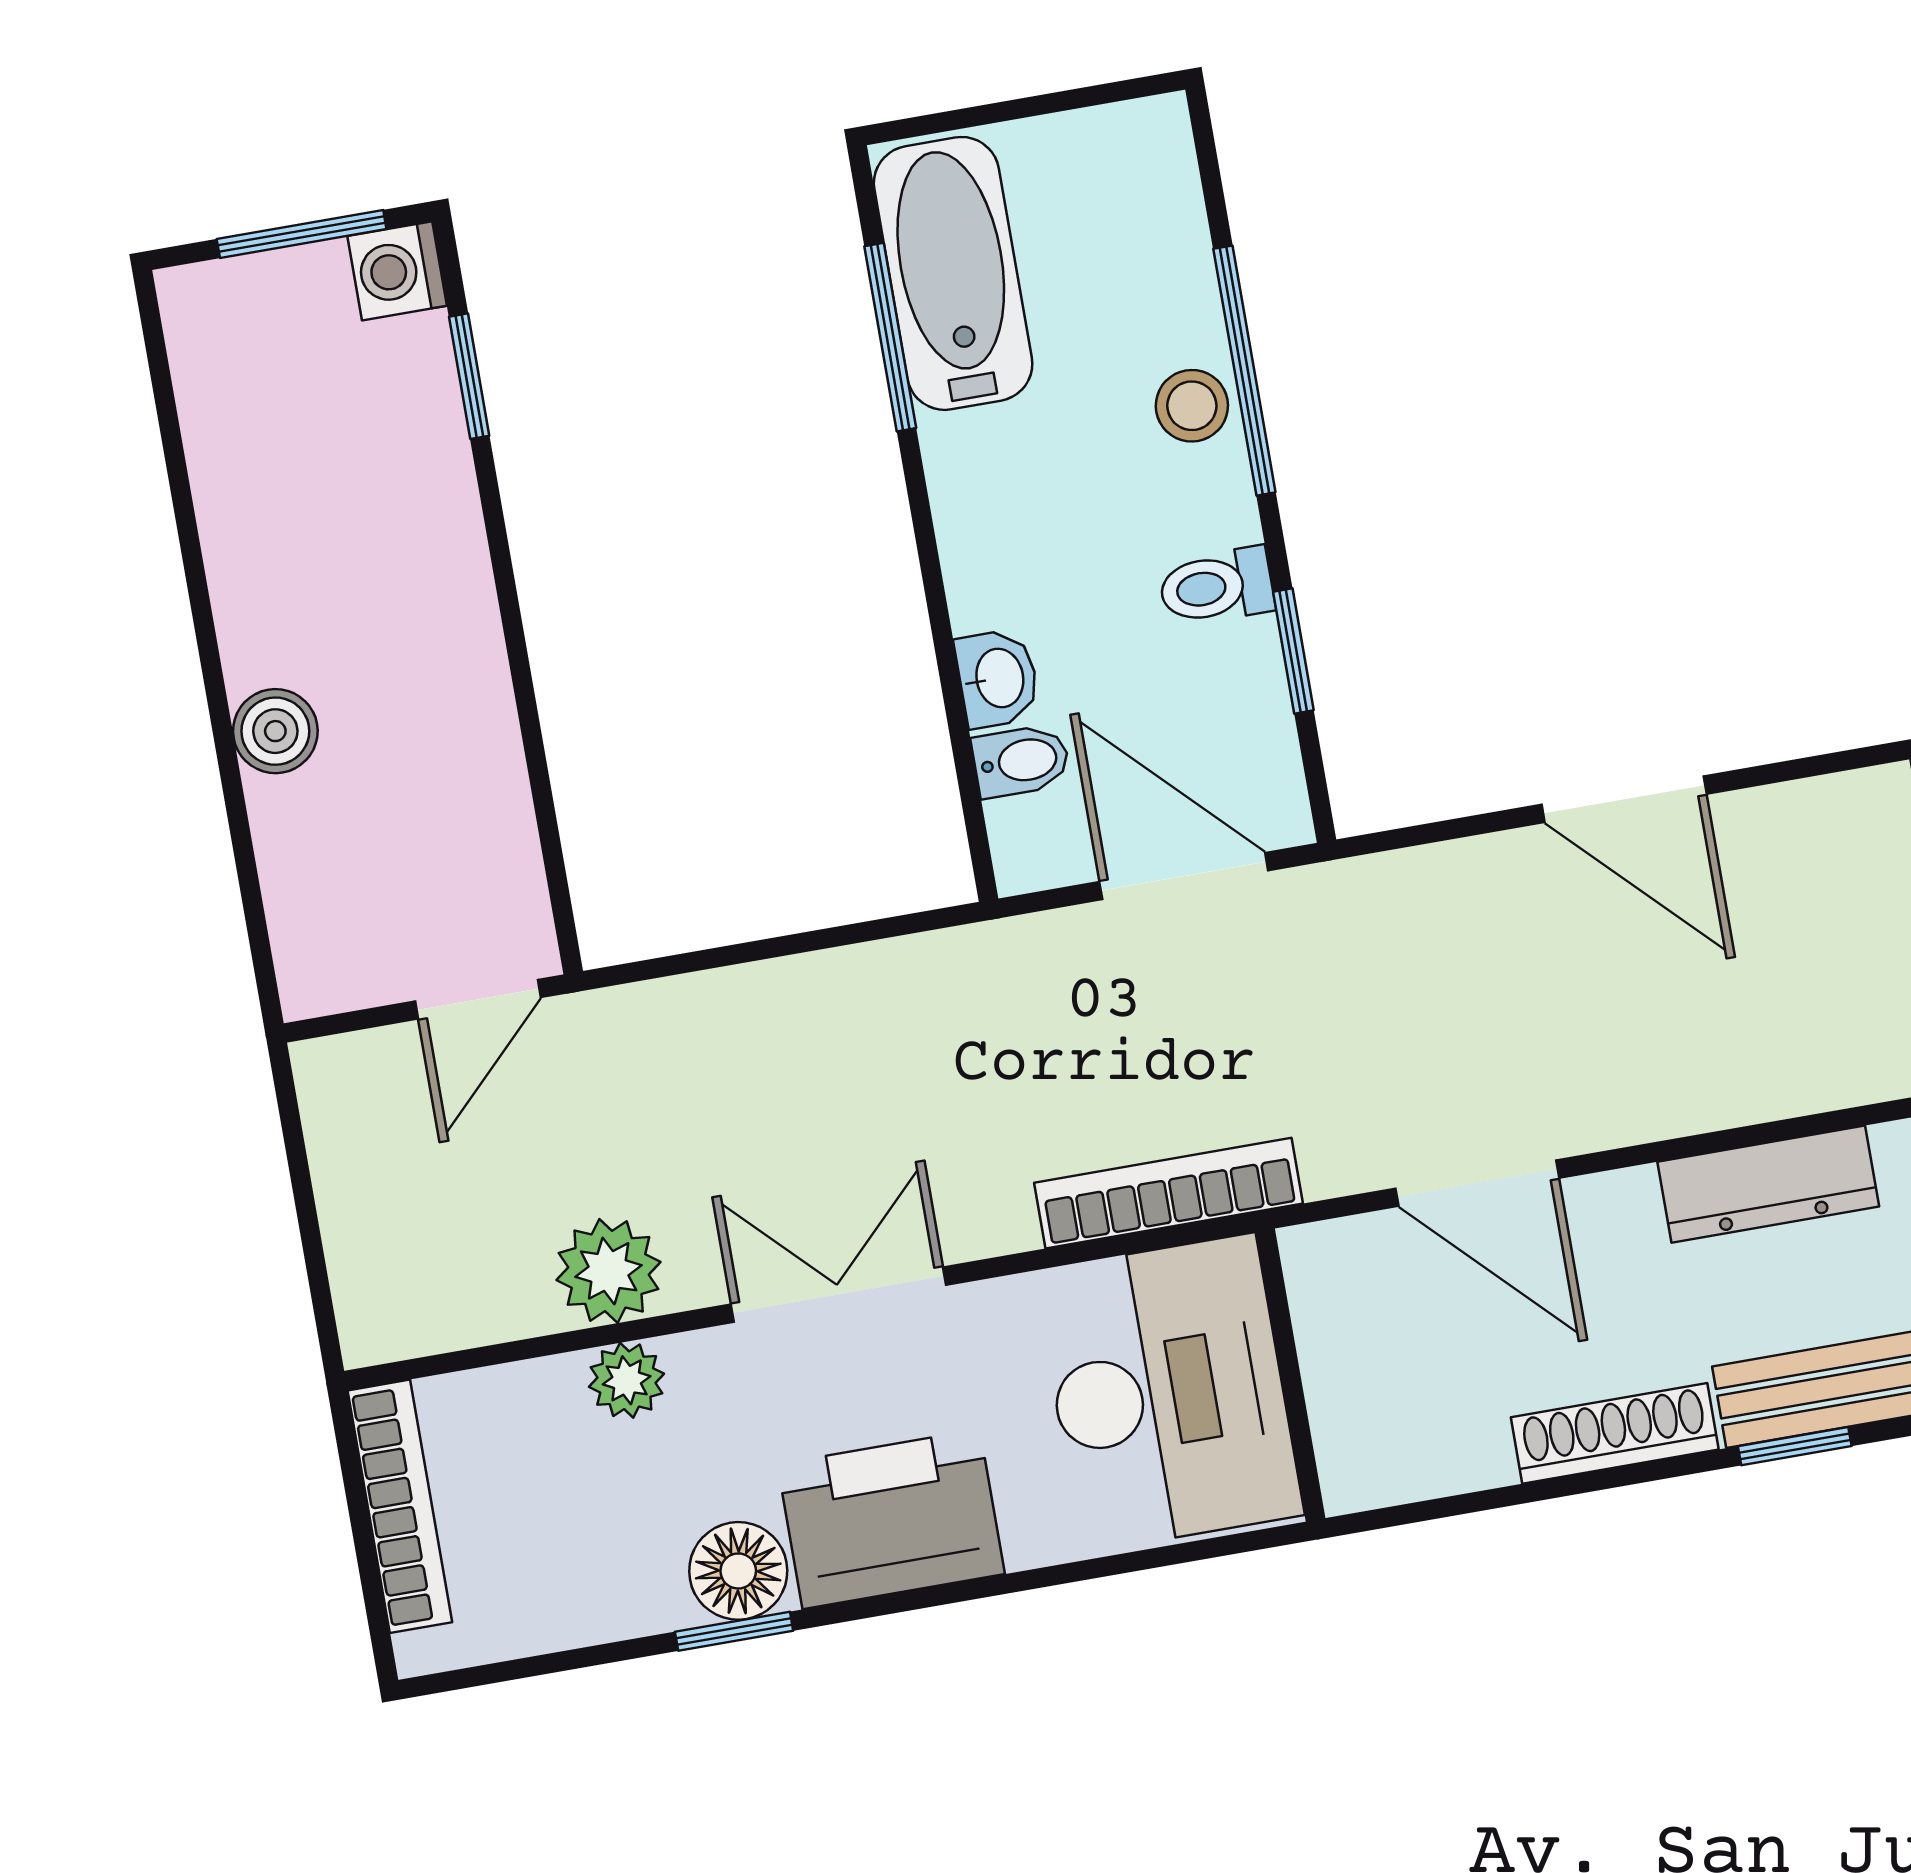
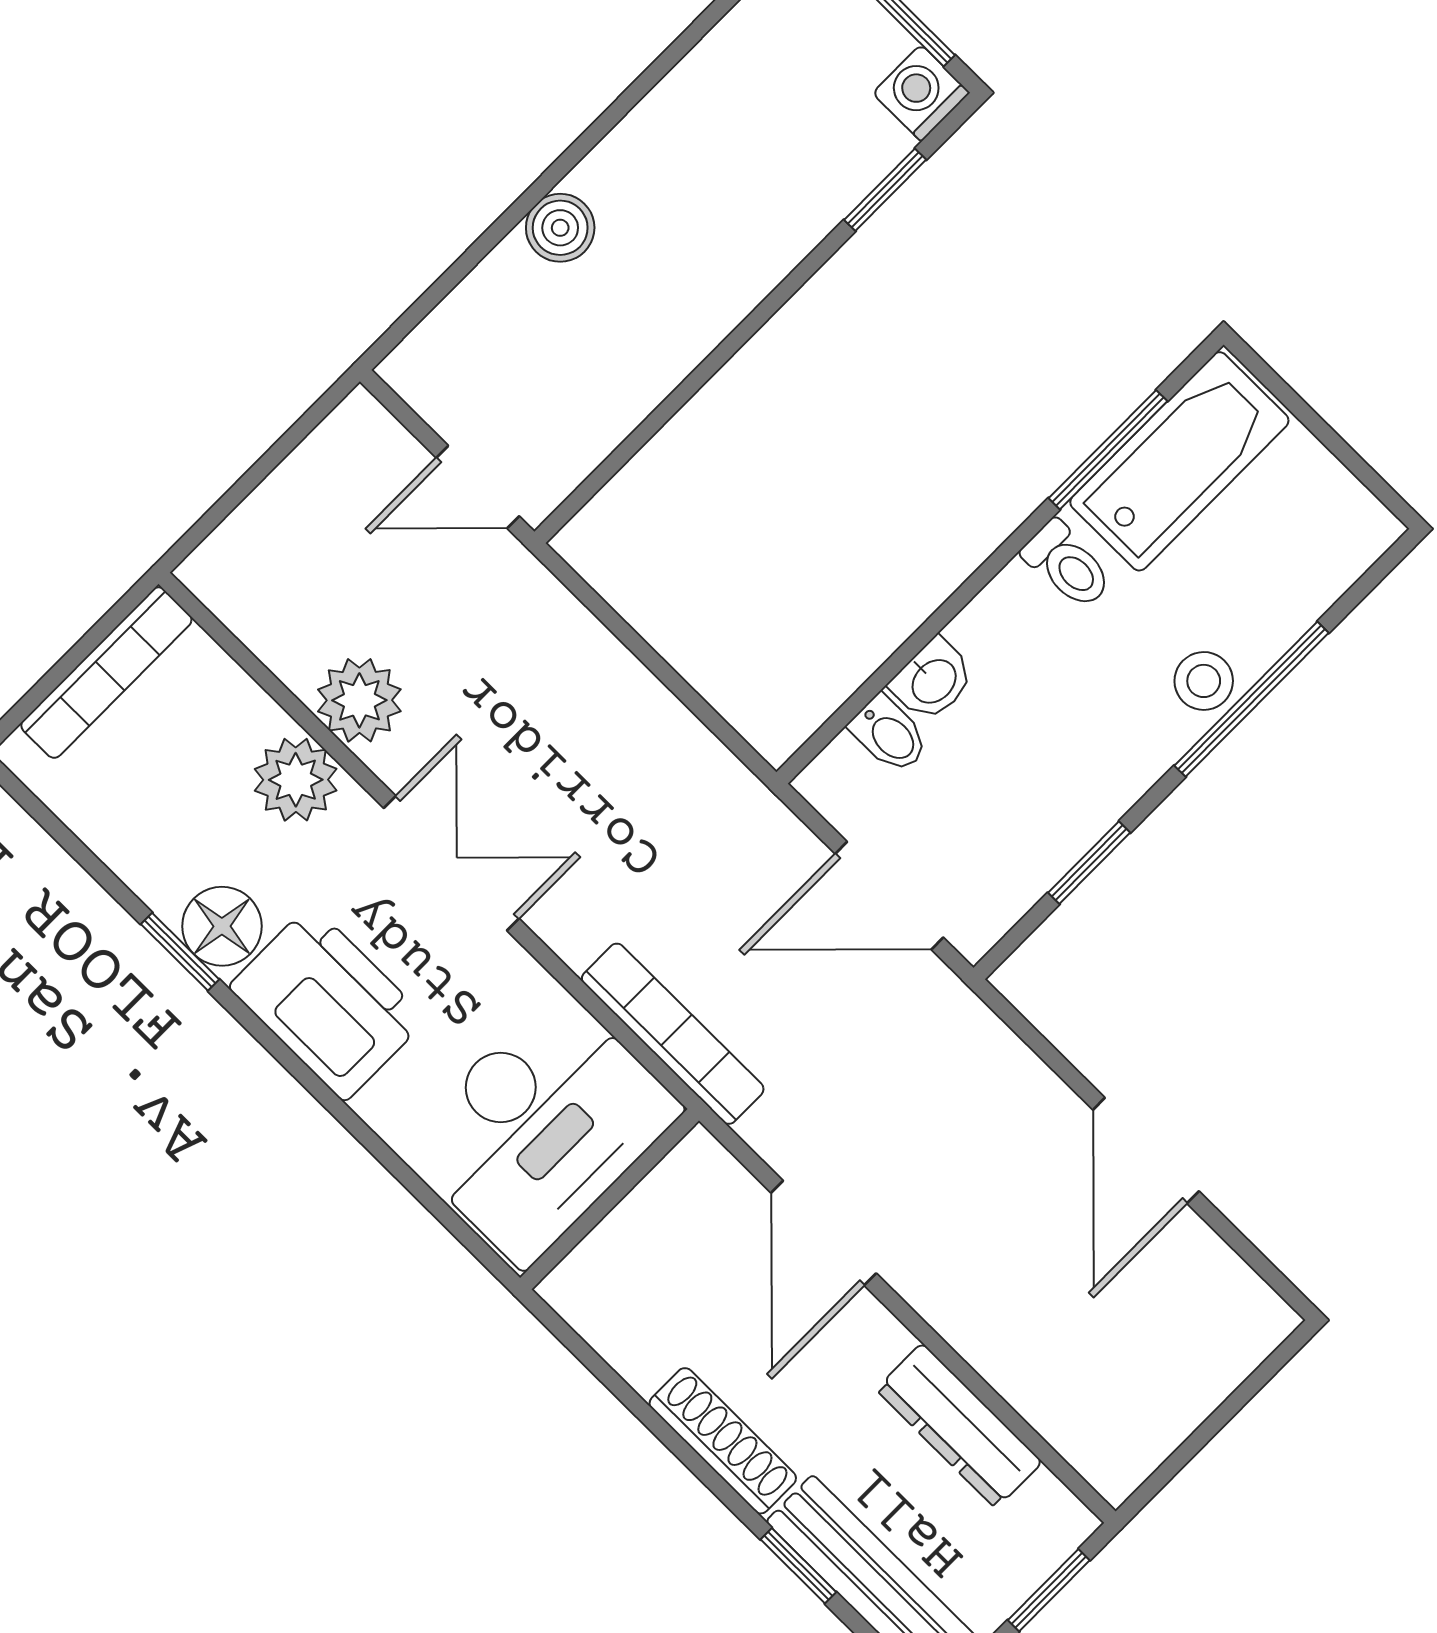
toilet: (1216, 587) -> (1067, 565), moved, turned 180
door: (1184, 876) -> (889, 896), swing flipped
plant: (627, 1380) -> (296, 780), width x1.38, depth x1.38

